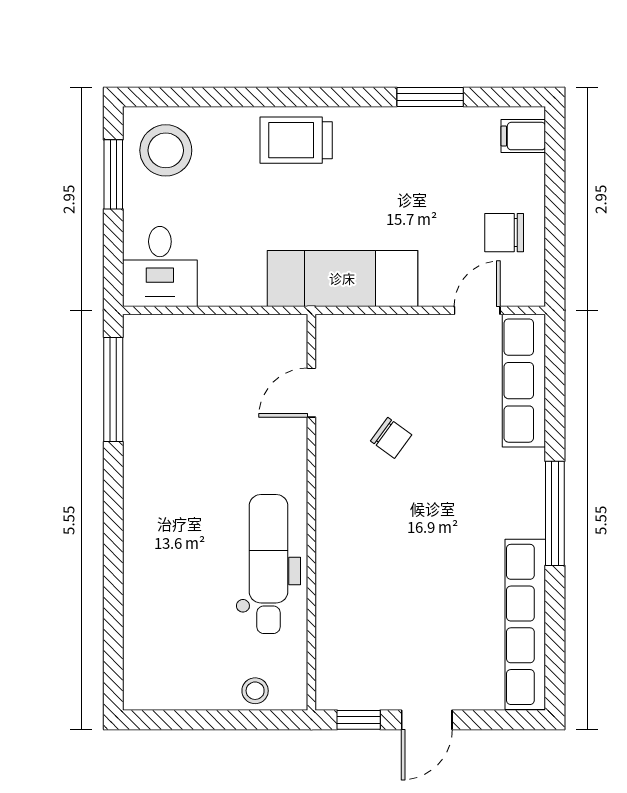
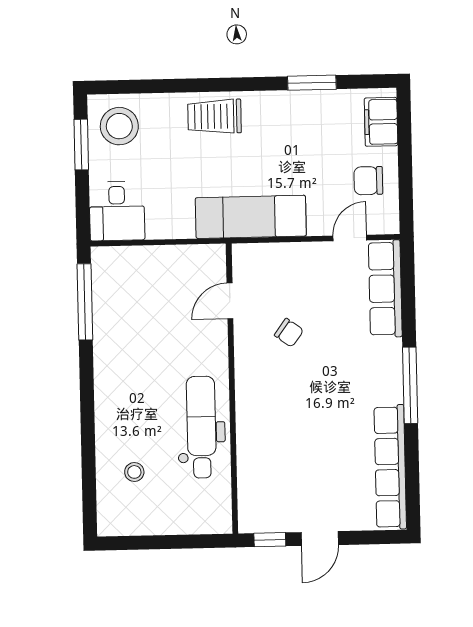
filing cabinet: (523, 136) -> (381, 122), width x2.00
stool: (255, 691) -> (134, 472), moved

